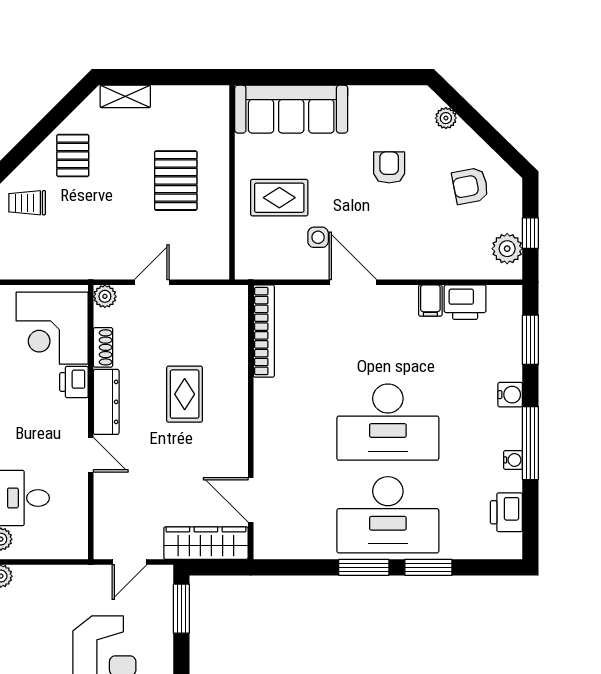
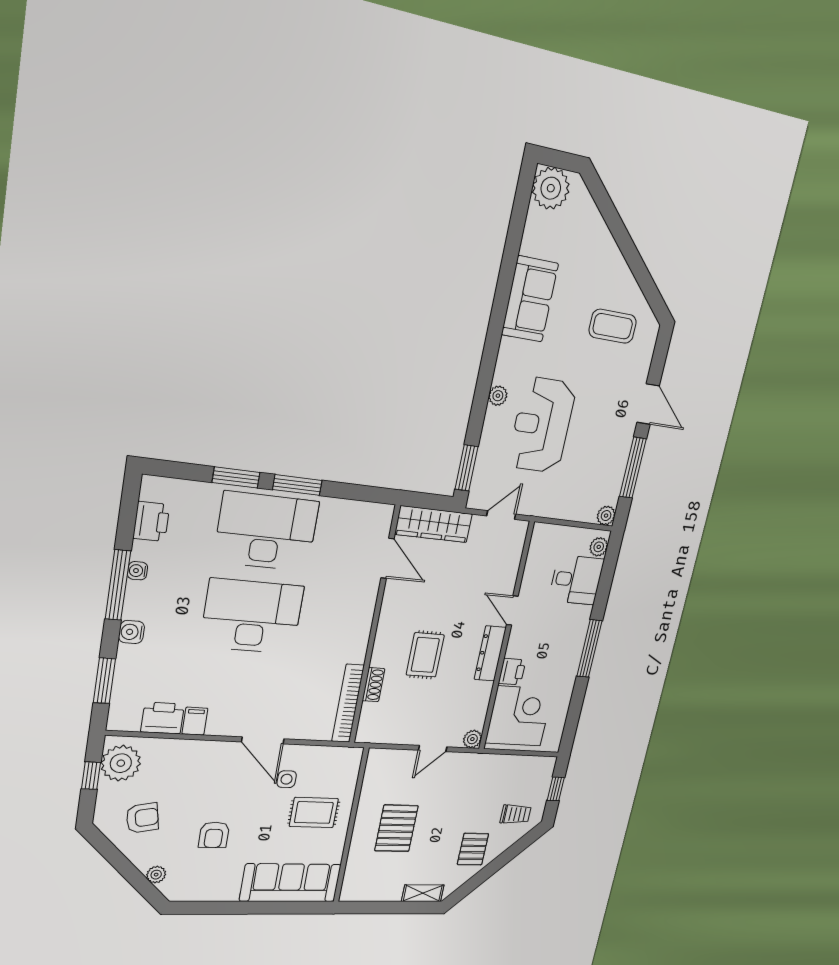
plant: (507, 249) -> (121, 763), width x1.36, depth x1.36
shoe rack: (103, 347) -> (373, 685), moved, turned 180

